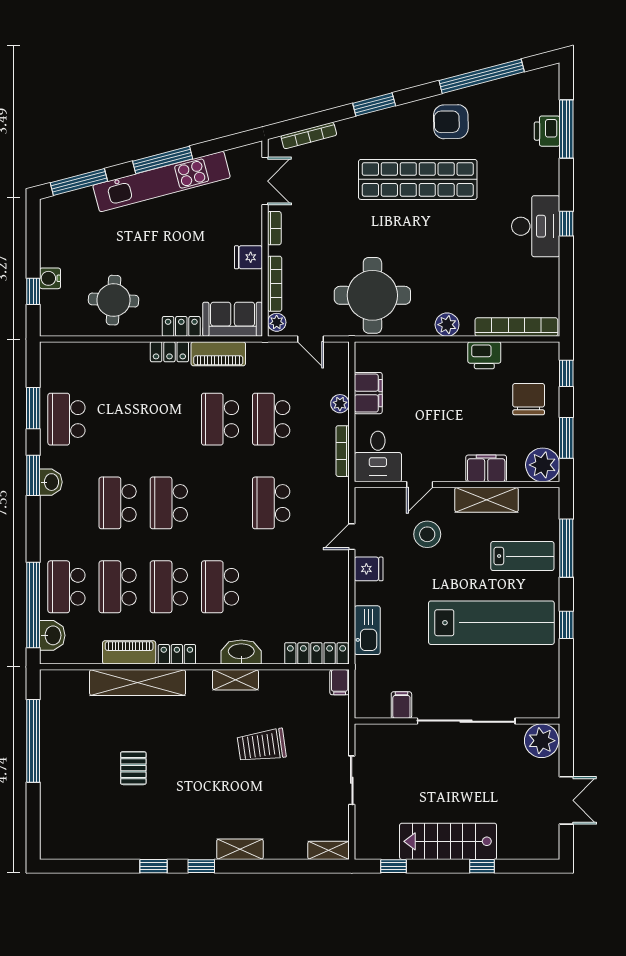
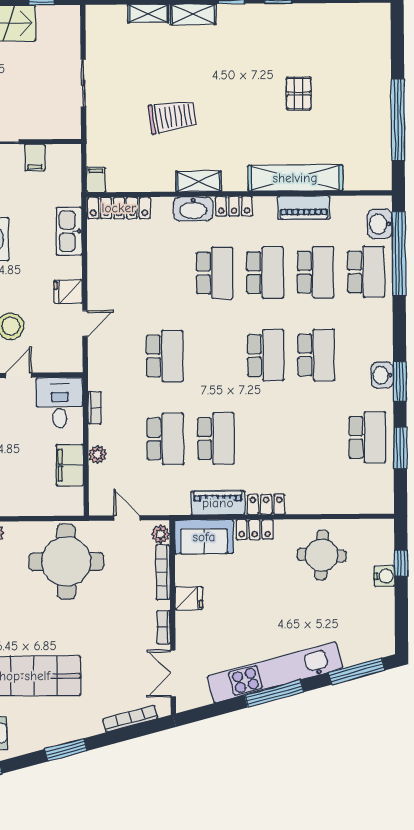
bookcase: (343, 451) -> (95, 408), width x0.64
locker: (177, 654) -> (234, 206), moved
shelving: (329, 850) -> (148, 13), moved

